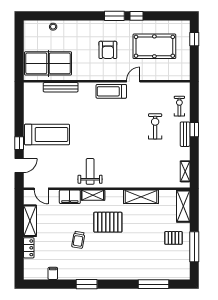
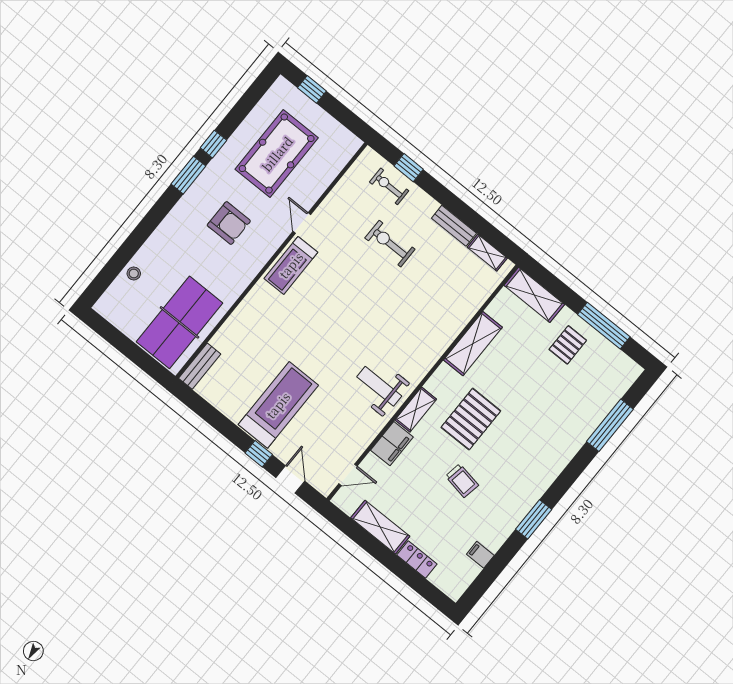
bench: (61, 87) -> (200, 366), moved, width x0.73
window: (194, 130) -> (409, 168), moved
bench: (185, 134) -> (454, 226), moved

